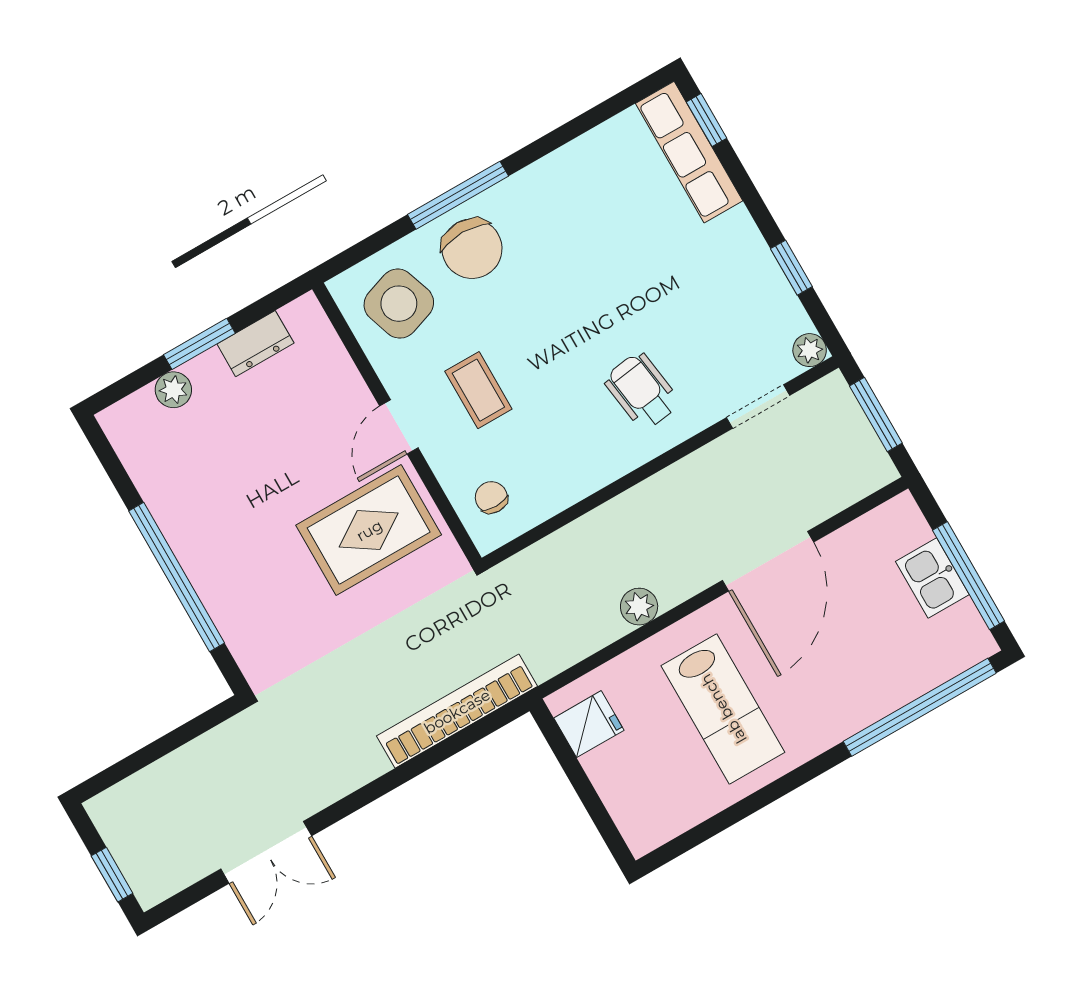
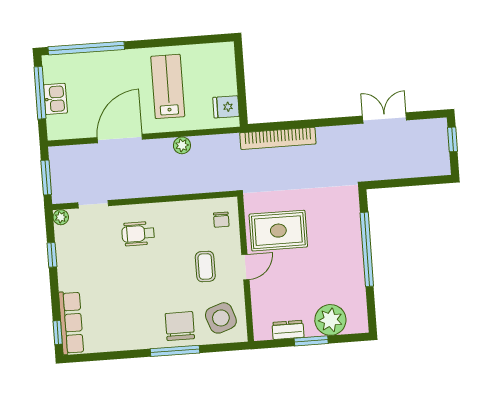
plant: (173, 390) -> (330, 320), width x1.88, depth x1.88
wheelchair: (642, 391) -> (138, 234), turned 98

